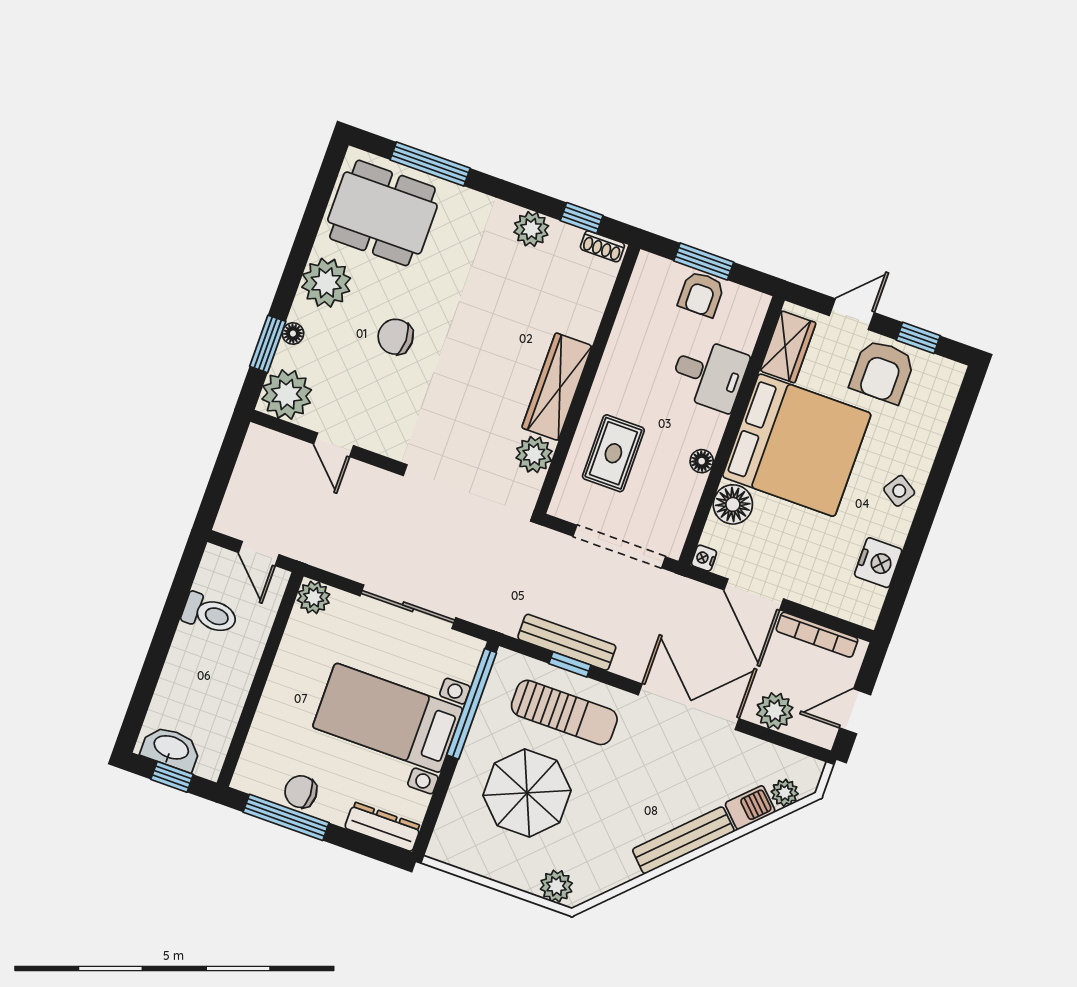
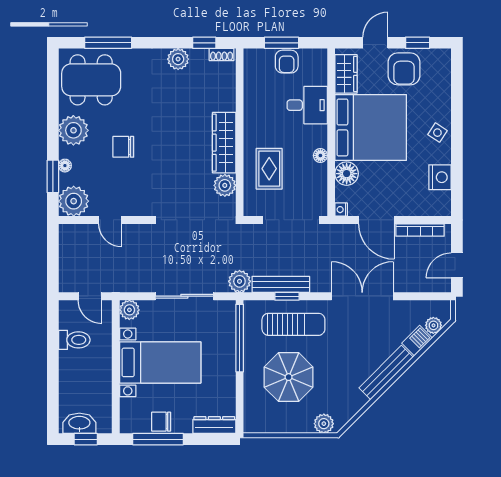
plant: (775, 711) -> (239, 281), moved
bed with nightstands: (388, 718) -> (160, 362), moved, turned 180

